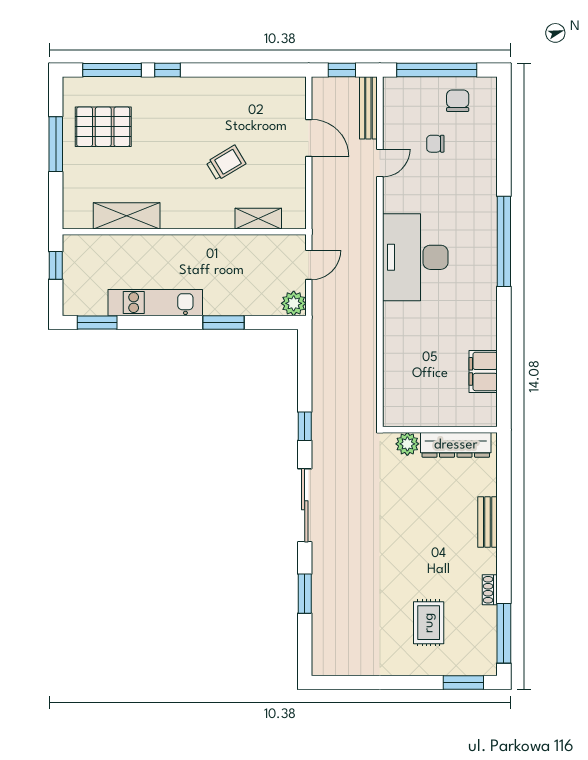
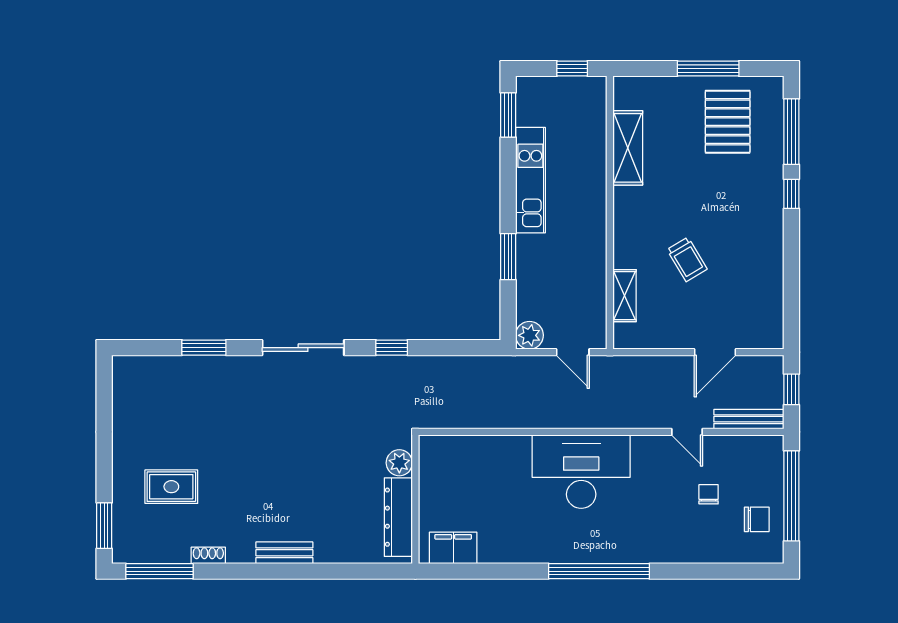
wall: (440, 430) -> (415, 499), moved
plant: (407, 444) -> (399, 463), moved
dresser: (456, 445) -> (398, 517), moved

